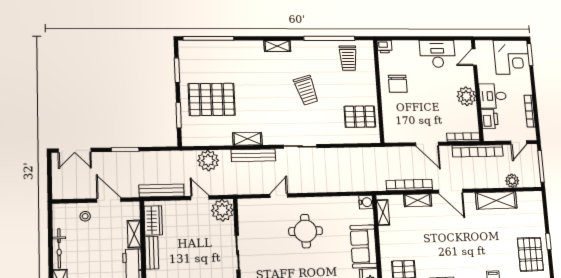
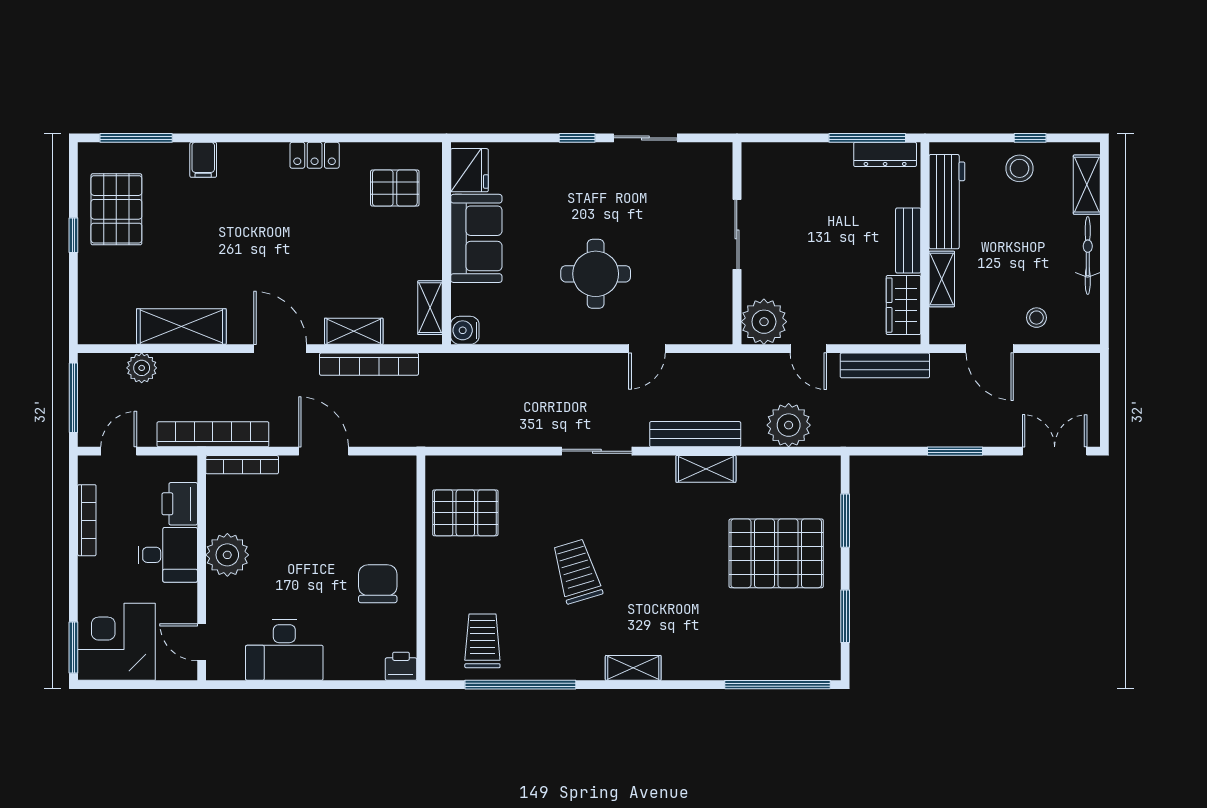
door: (474, 57) -> (202, 642), swing flipped

